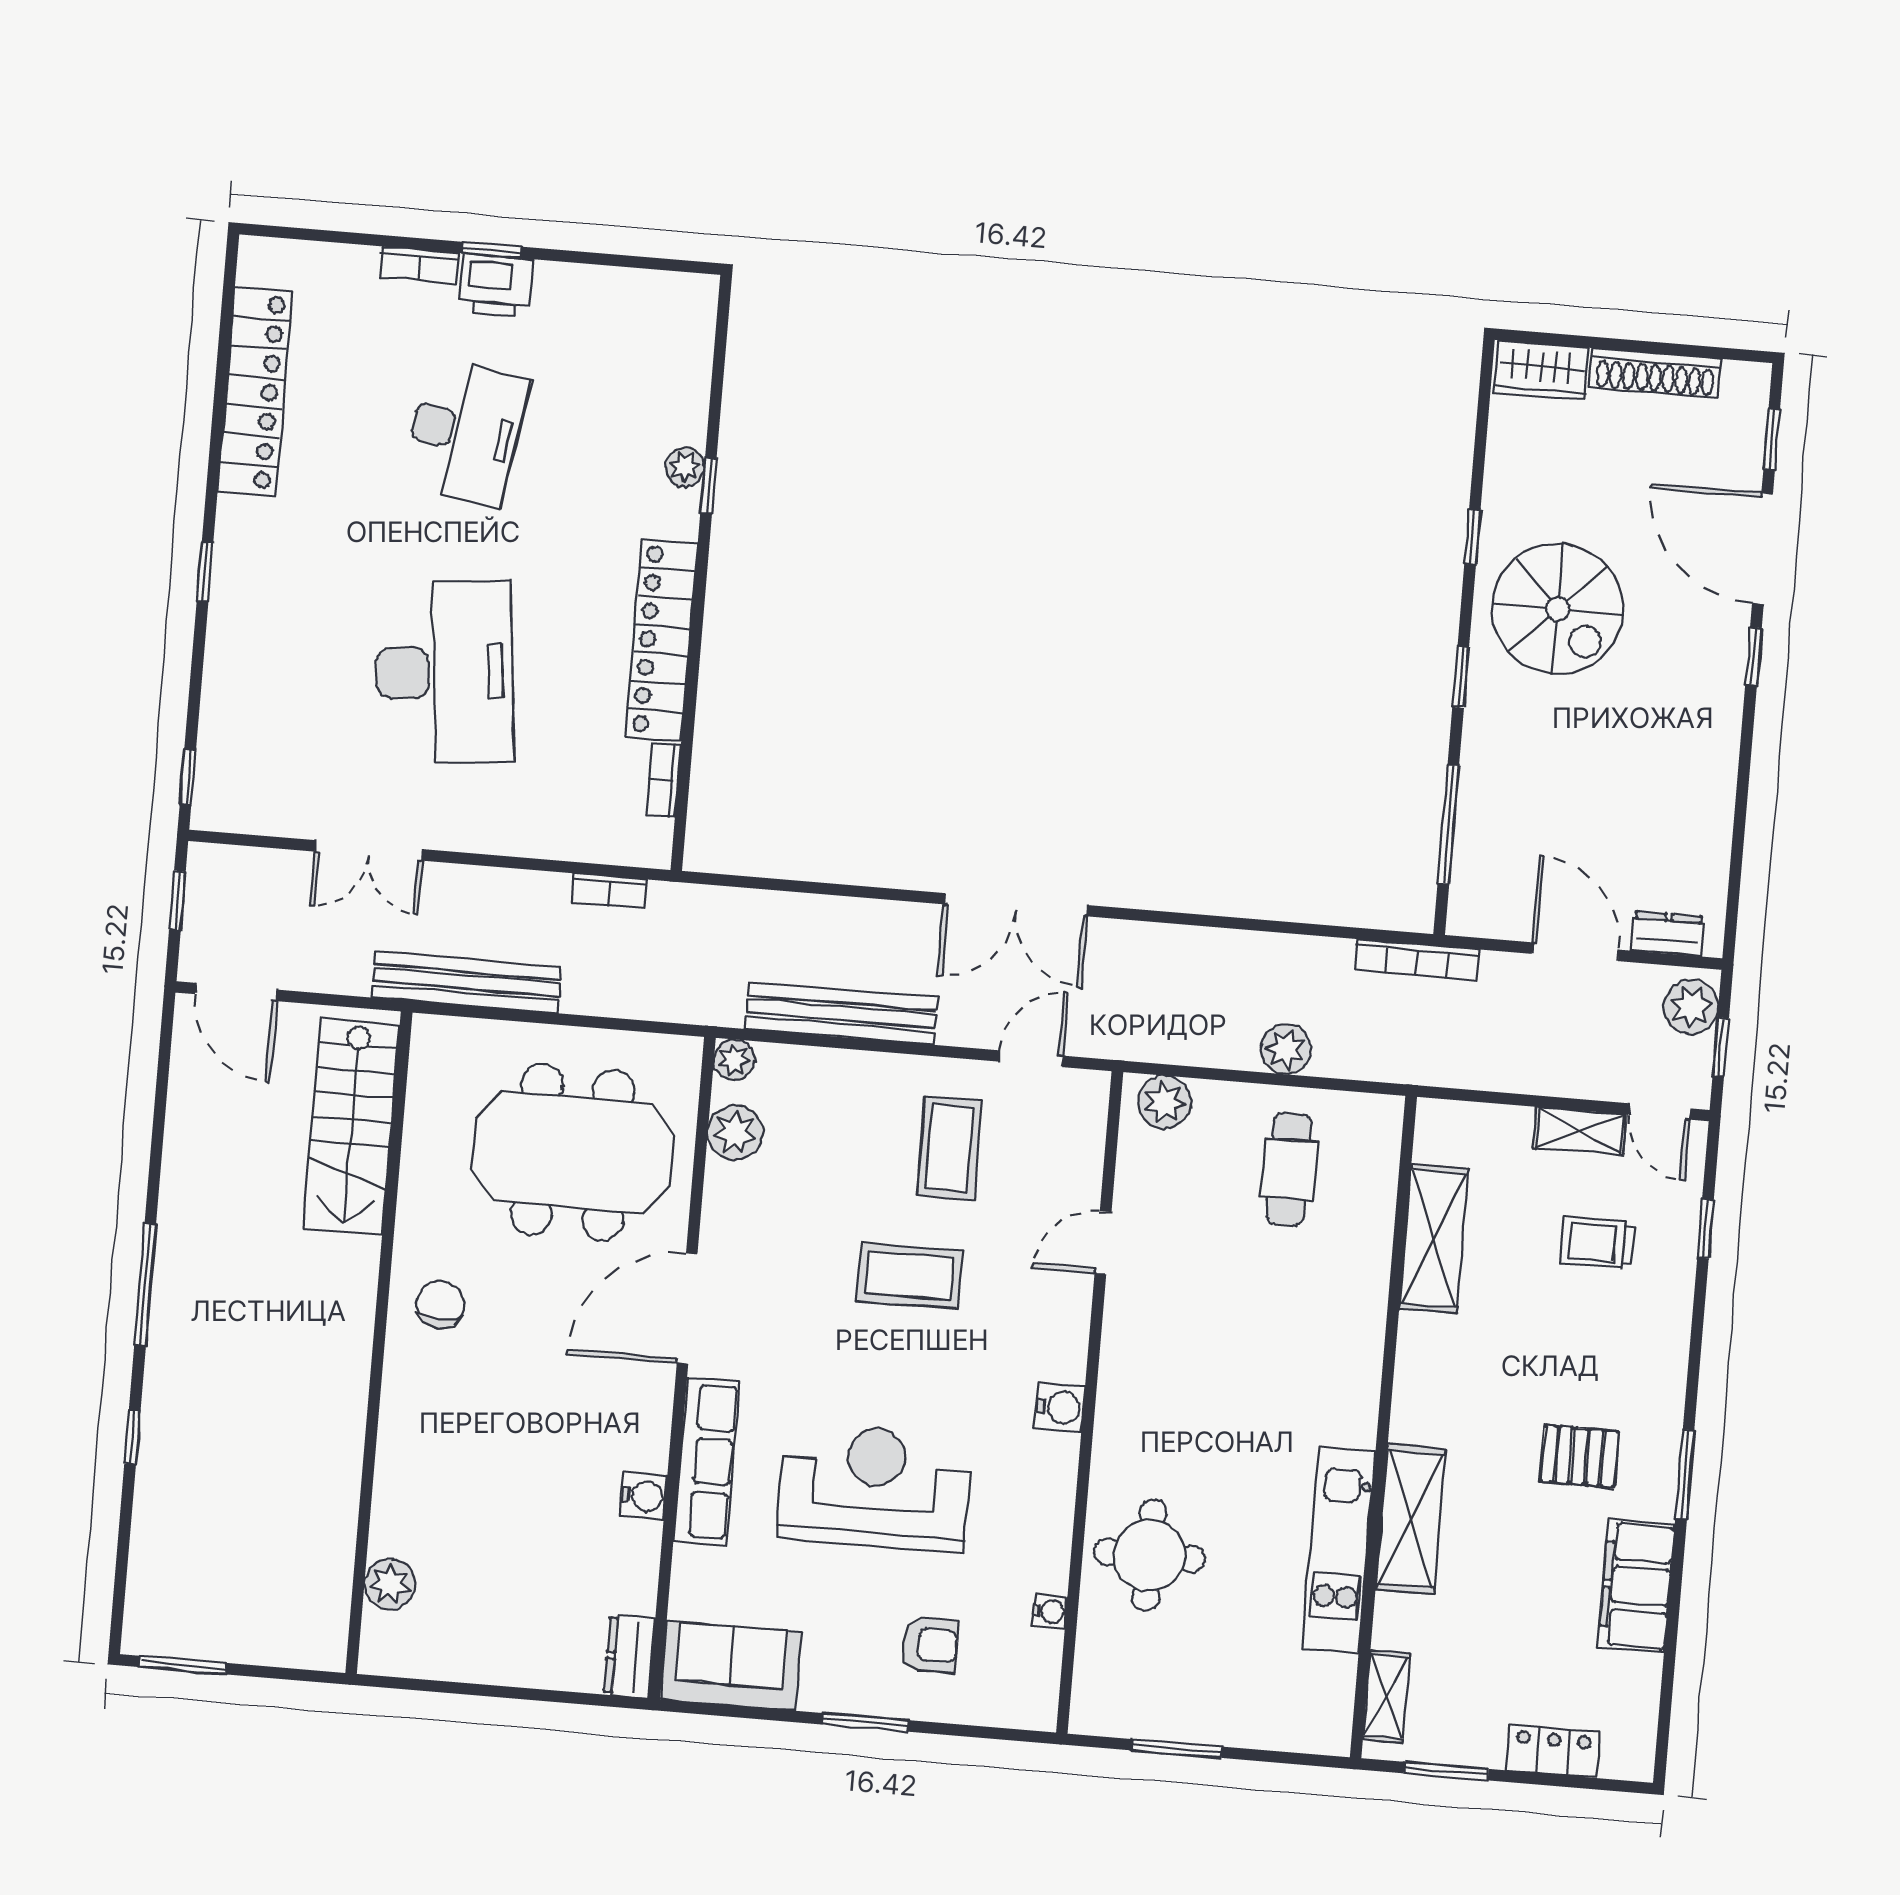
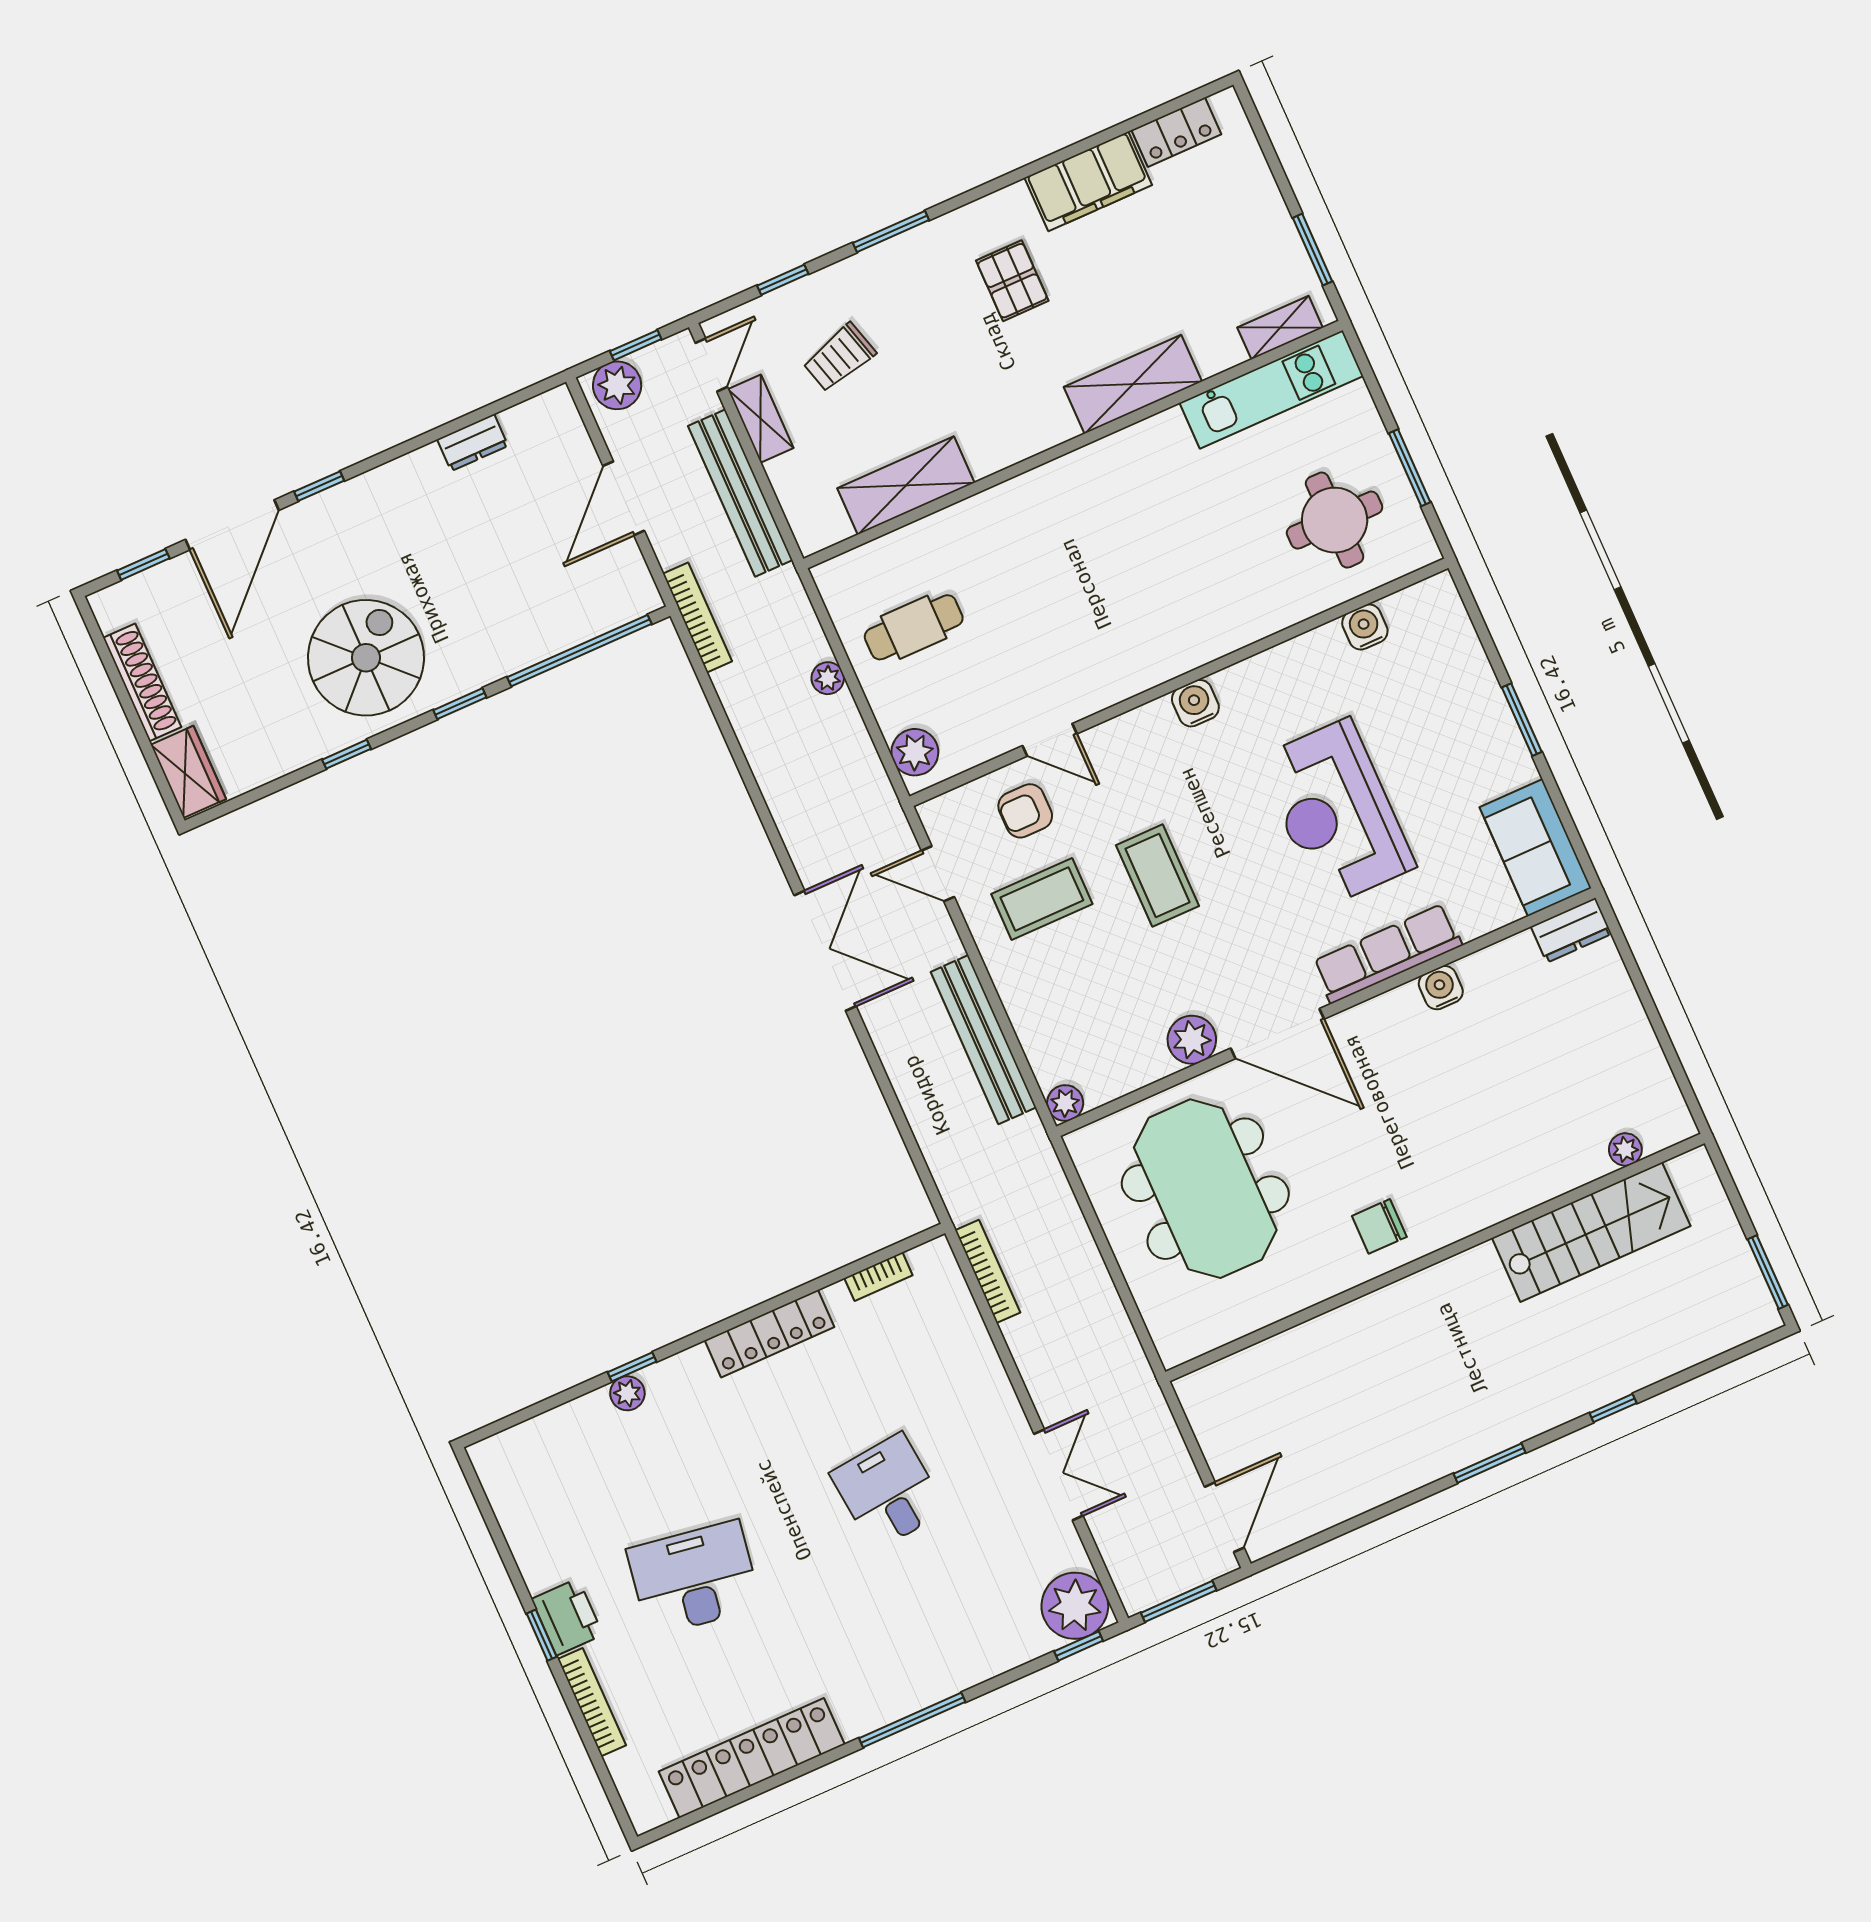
bookcase: (419, 265) -> (592, 1702), width x1.56
window: (205, 571) -> (912, 1720), width x2.17
locker: (662, 640) -> (770, 1334), width x0.71, depth x0.83
desk: (445, 672) -> (888, 1492), width x0.53, depth x0.77
plant: (230, 795) -> (1075, 1606), added
window: (1448, 825) -> (579, 651), width x1.46
bookcase: (609, 891) -> (988, 1271), width x1.56
window: (177, 901) -> (1179, 1601), width x1.50
dresser: (1668, 934) -> (473, 443), moved, turned -90
bench: (467, 982) -> (740, 493), moved
plant: (1286, 1049) -> (828, 678), width x0.73, depth x0.73
stairs: (351, 1126) -> (1591, 1232), moved
plant: (735, 1133) -> (1192, 1040), moved
trolley: (1597, 1243) -> (839, 358), turned 74
window: (145, 1285) -> (1489, 1463), width x0.69
window: (1685, 1474) -> (891, 232), moved
kitchen unit: (1339, 1550) -> (1271, 389), moved
round table: (1150, 1555) -> (1335, 520), moved
plant: (390, 1584) -> (1625, 1149), width x0.73, depth x0.73
water cooler: (1050, 1611) -> (1365, 627), width x1.38, depth x1.38
armchair: (930, 1645) -> (1025, 811), moved, turned -90
locker: (1553, 1751) -> (1176, 132), moved, turned -90

